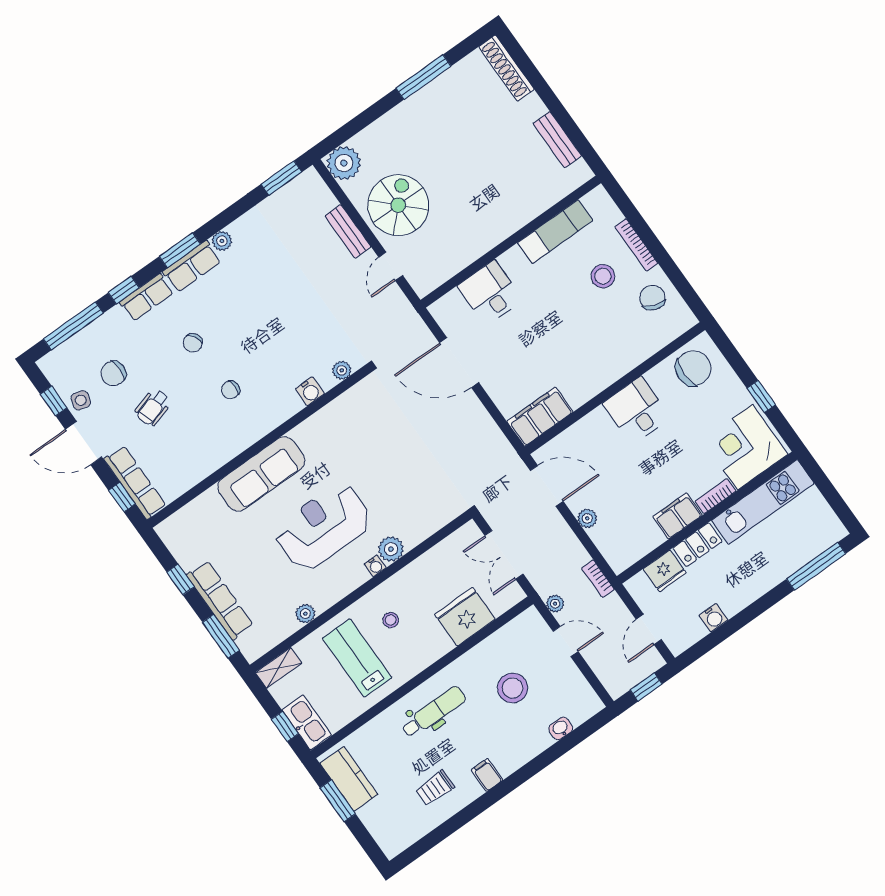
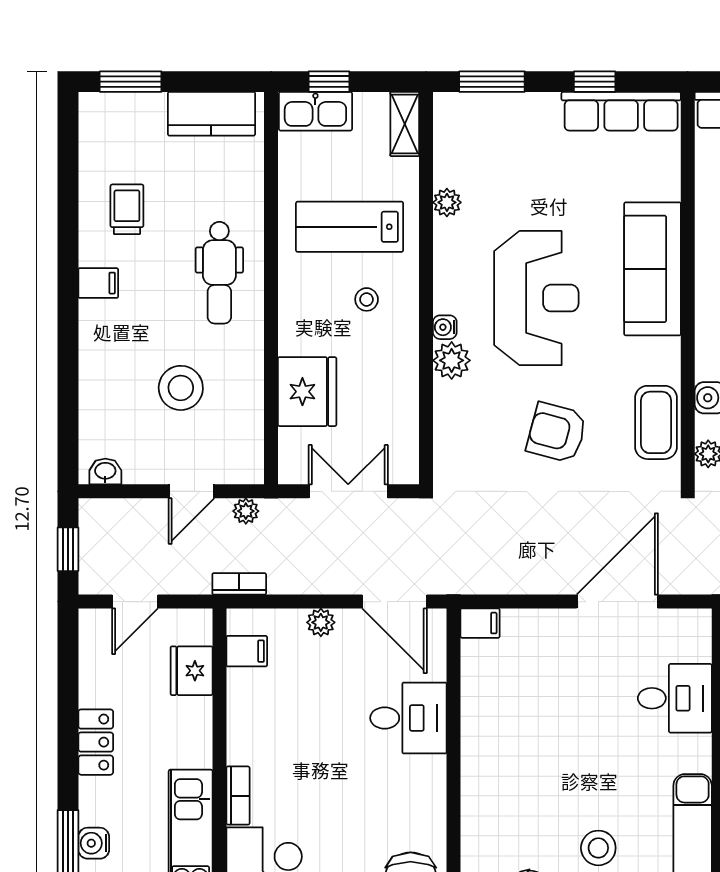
desk: (636, 410) -> (408, 718), moved
coffee table: (345, 412) -> (656, 422), added
filing cabinet: (540, 417) -> (480, 623), width x0.33, depth x0.86
armchair: (390, 463) -> (557, 433), added
door: (547, 486) -> (394, 602), hinge flipped
filing cabinet: (678, 516) -> (247, 651), moved, width x0.50
locker: (697, 545) -> (96, 742), moved, turned 180
row of seats: (220, 600) -> (621, 111), moved
water cooler: (713, 618) -> (94, 843), moved
door: (649, 629) -> (135, 602), swing flipped
lab bench: (357, 658) -> (350, 227), turned 180
washbasin: (561, 728) -> (105, 472), moved, turned -90
window: (338, 801) -> (131, 82), moved

